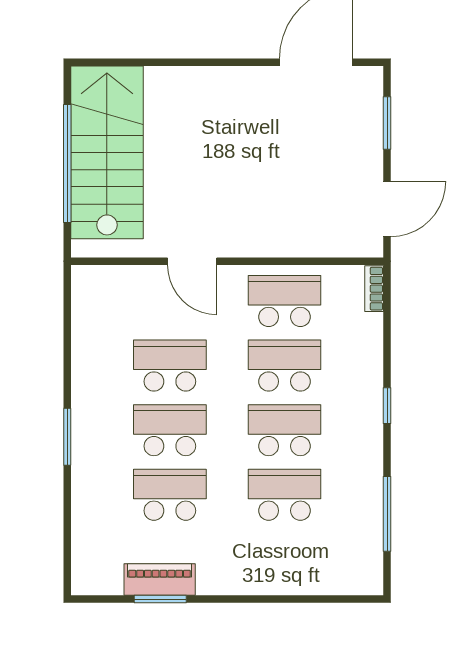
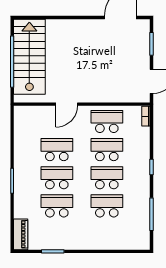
door: (192, 261) -> (67, 104), hinge flipped
piano: (160, 580) -> (21, 234), moved, turned 90

